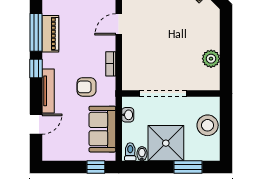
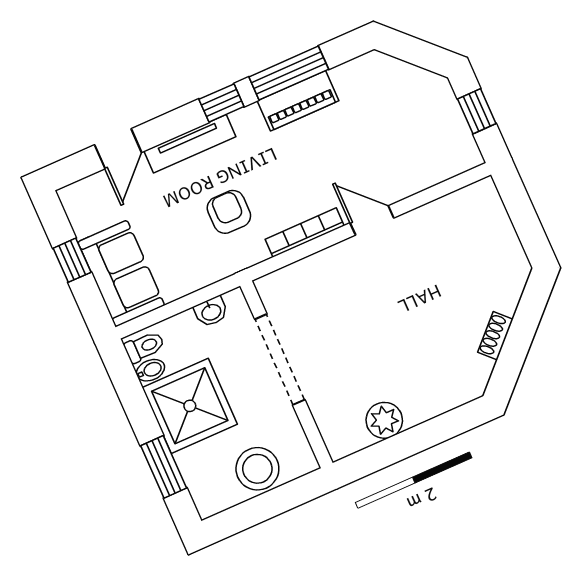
bookcase: (111, 64) -> (305, 233), width x1.56
door: (36, 124) -> (118, 149), hinge flipped
sofa: (102, 129) -> (121, 274), moved, turned 90
window: (96, 167) -> (72, 260), moved

